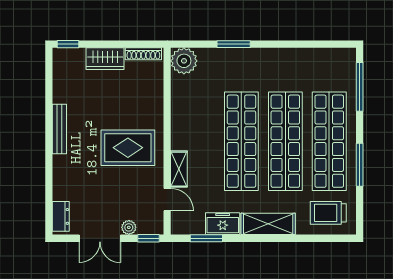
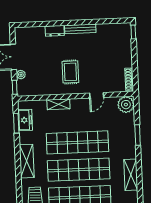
shelving: (297, 58) -> (131, 175), added
wardrobe: (105, 59) -> (125, 55), removed
rug: (128, 148) -> (70, 72), width x0.73, depth x0.70
door: (167, 200) -> (97, 95), moved
dresser: (61, 216) -> (55, 31), moved
freezer: (223, 224) -> (25, 120), moved

